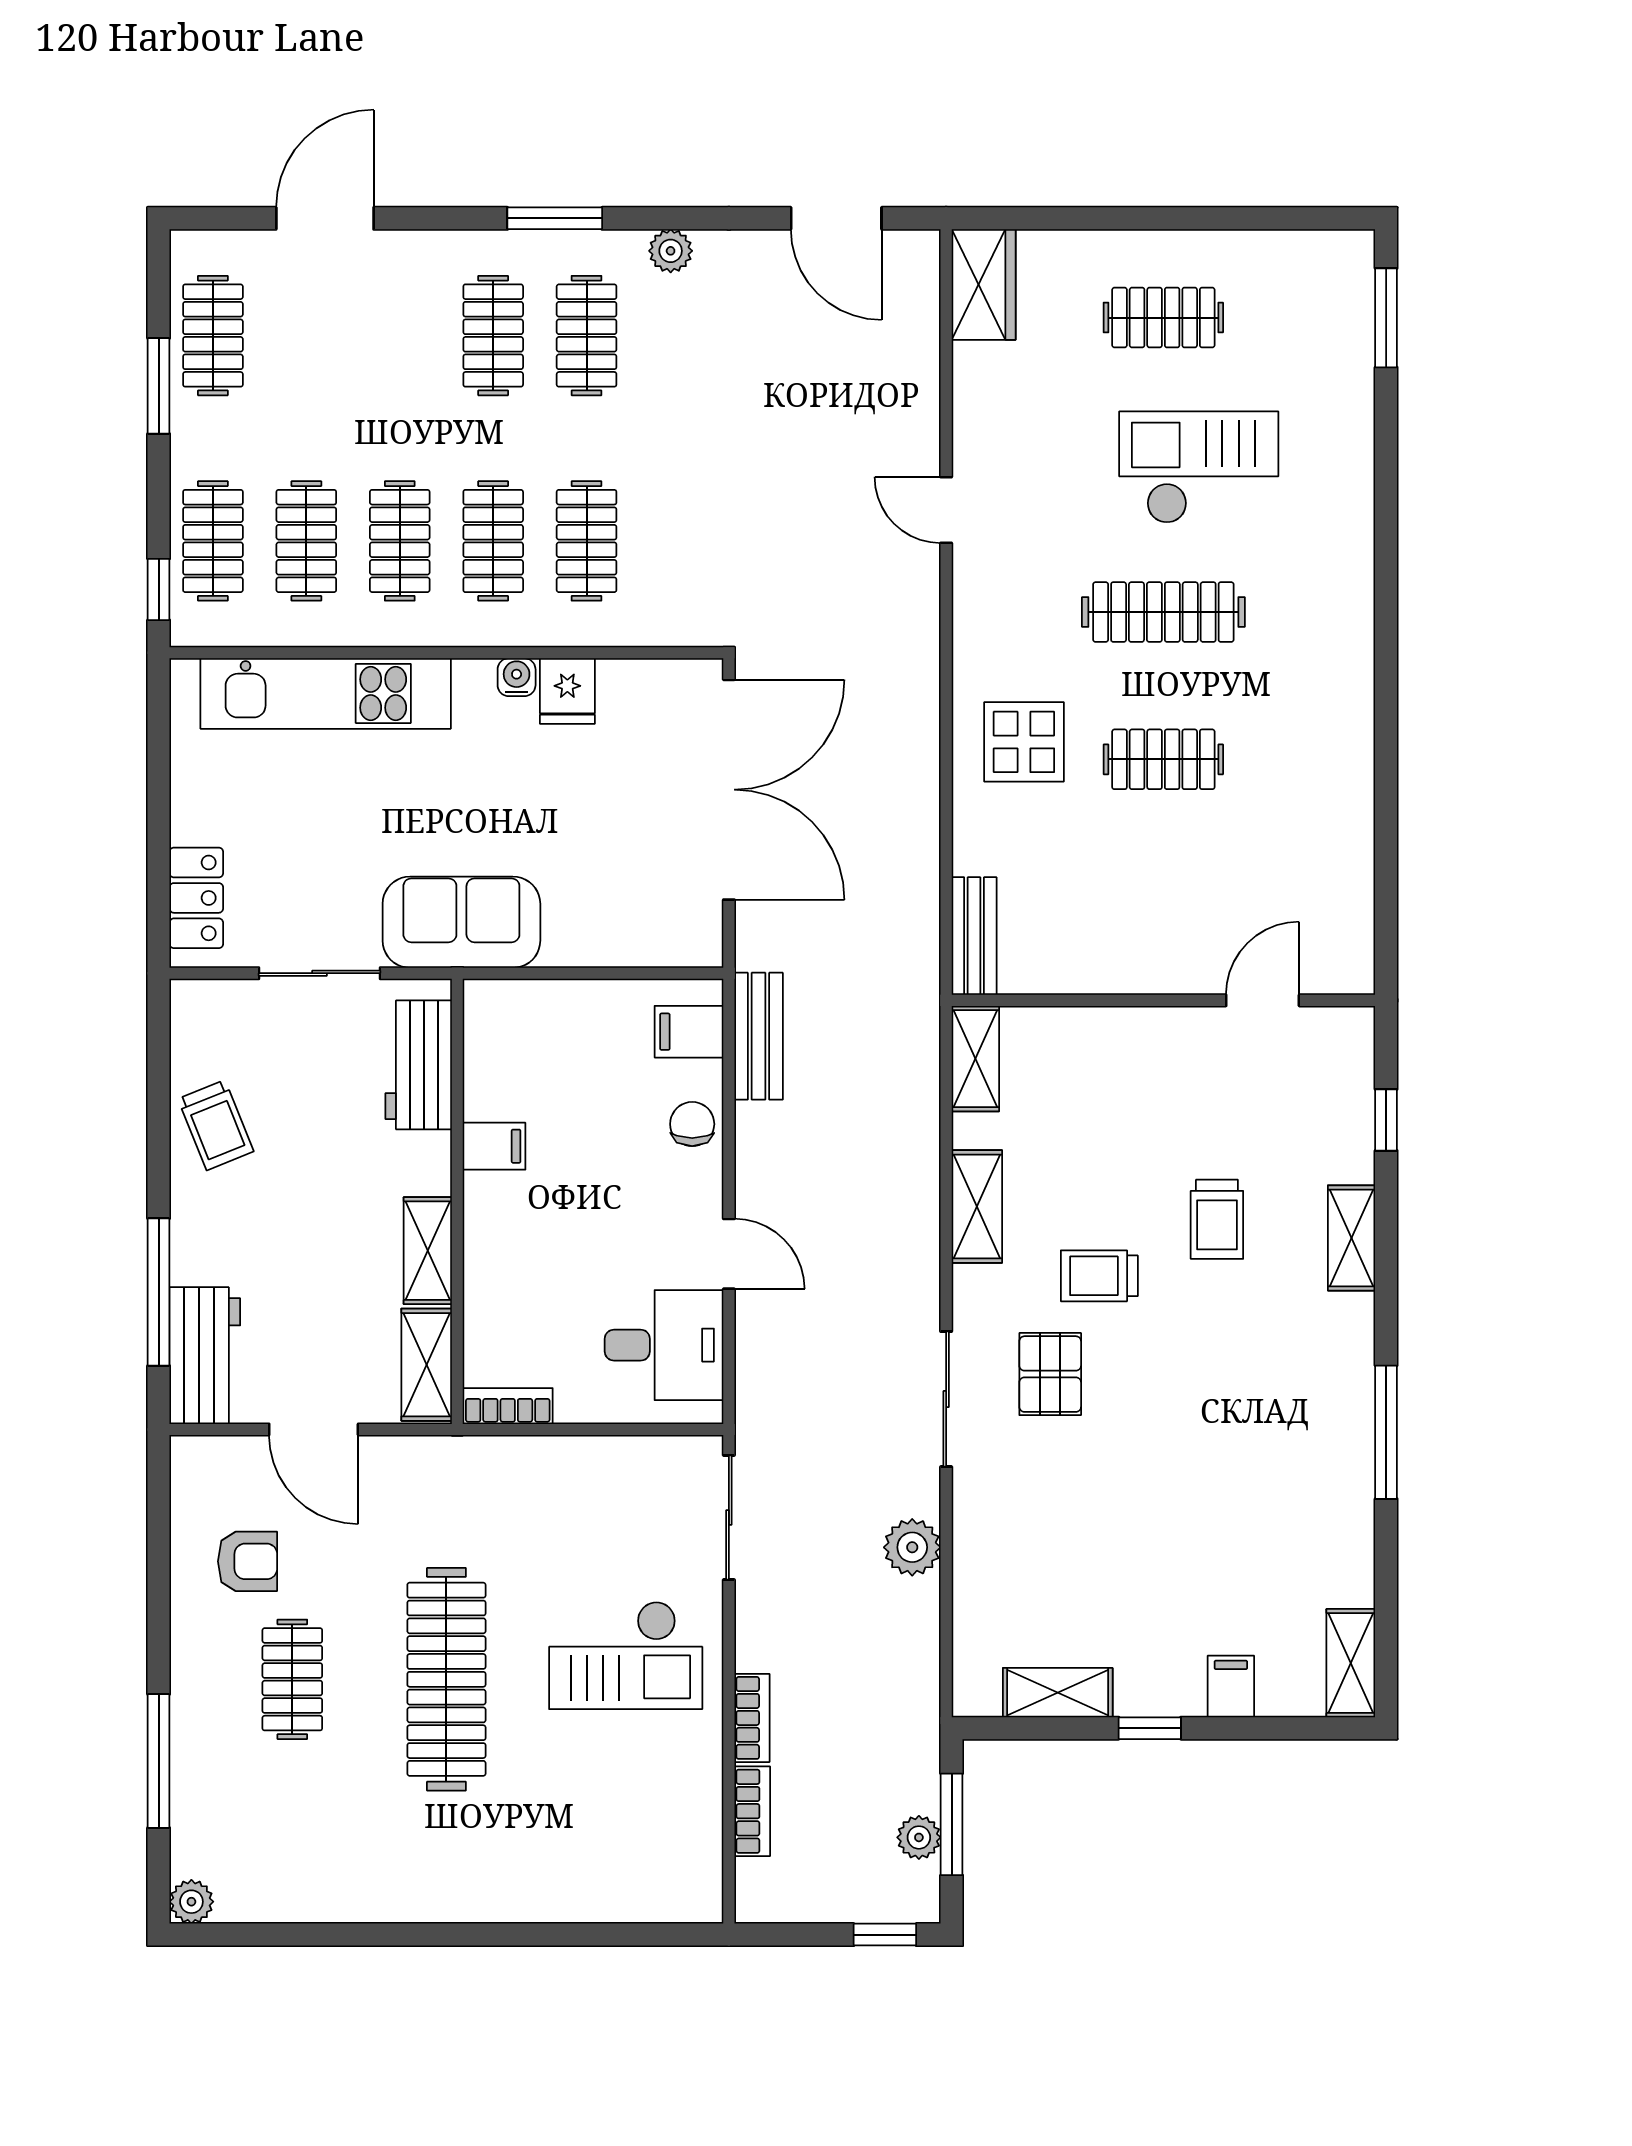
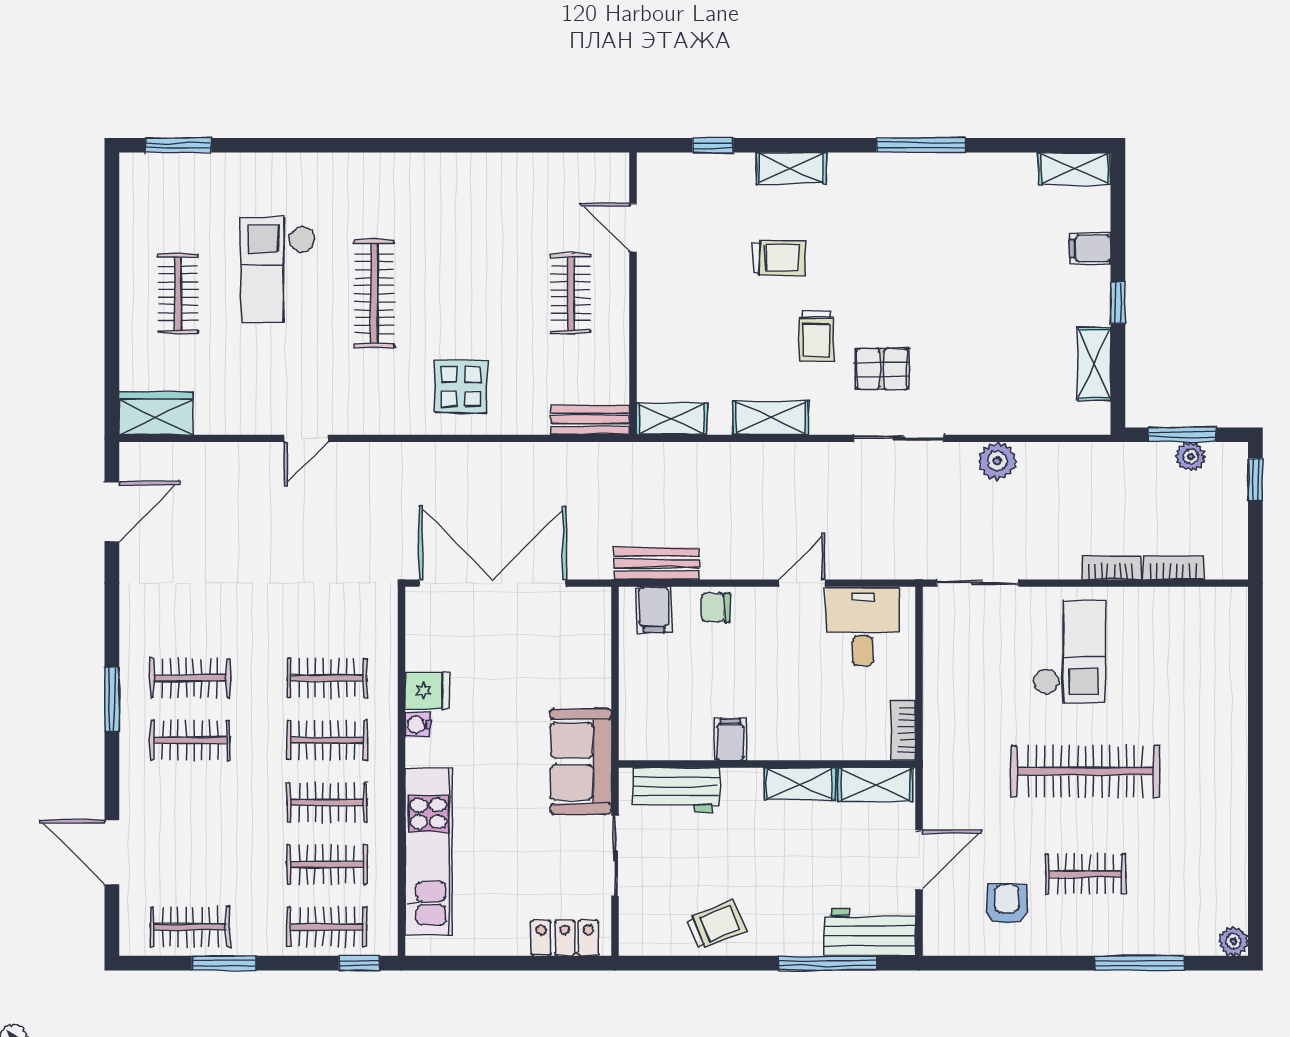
plant: (671, 251) -> (134, 622), removed
clothes rail: (1163, 759) -> (571, 294), moved

